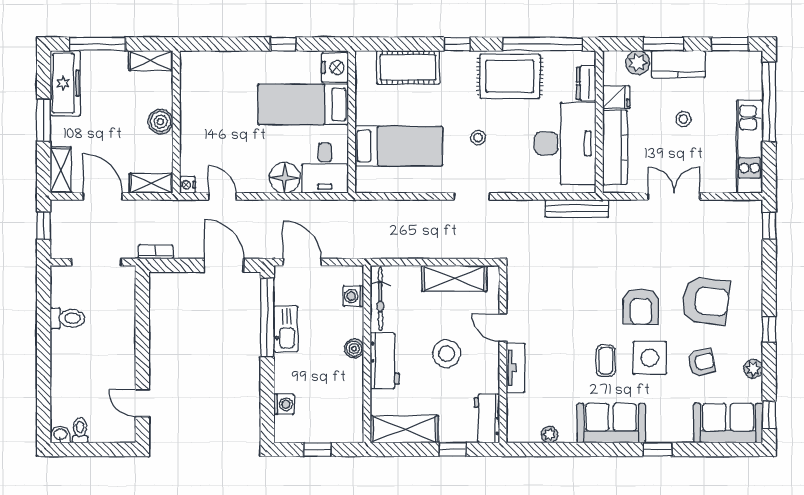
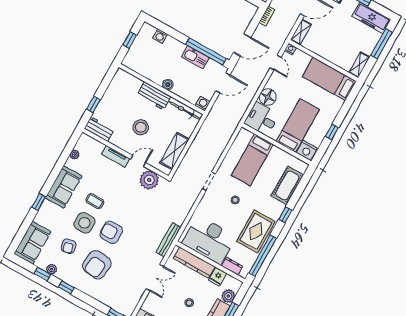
bed: (201, 96) -> (329, 79), added
boiler: (161, 122) -> (328, 53), removed
door: (222, 196) -> (276, 62), hinge flipped
bench: (577, 209) -> (168, 240), moved
plant: (523, 293) -> (149, 180), added
washing machine: (353, 296) -> (203, 104), moved
window: (769, 415) -> (42, 274), moved
shelving: (404, 429) -> (116, 87), removed

